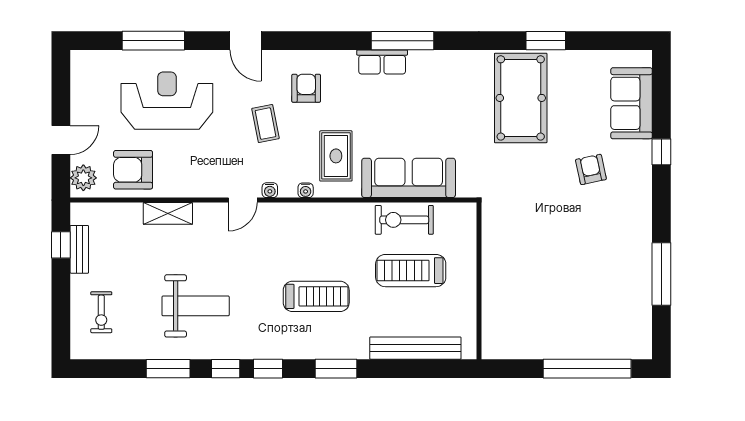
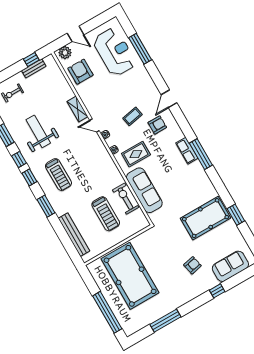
door: (246, 41) -> (169, 99), moved
reception desk: (167, 101) -> (114, 52), moved
shelving: (168, 213) -> (77, 109), moved
treadmill: (411, 271) -> (106, 214), turned 180
pool table: (546, 291) -> (130, 276), added
treadmill: (316, 296) -> (59, 175), moved
weight bench: (196, 306) -> (38, 131), turned 180

